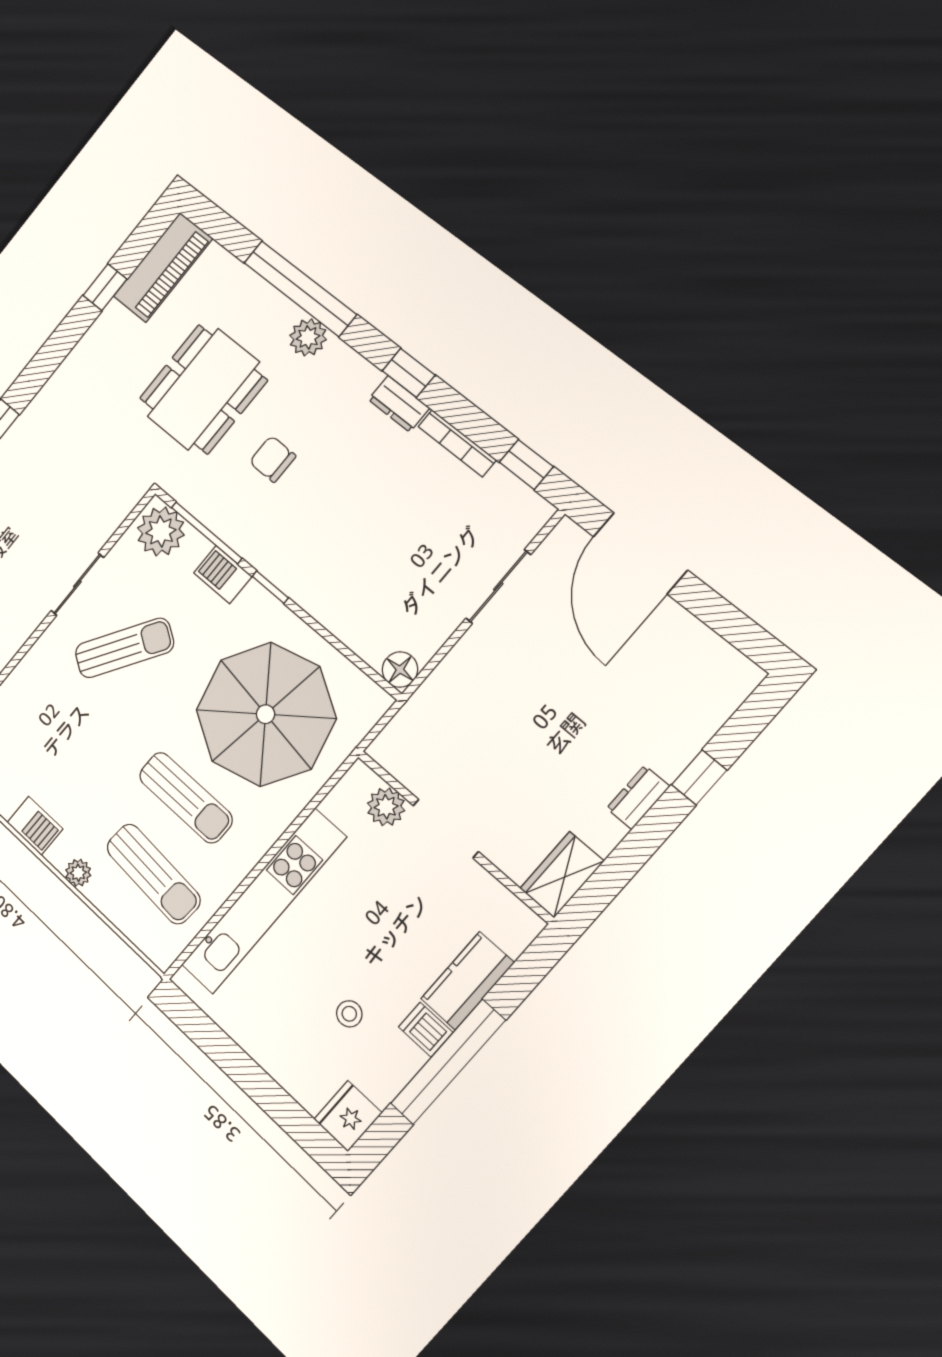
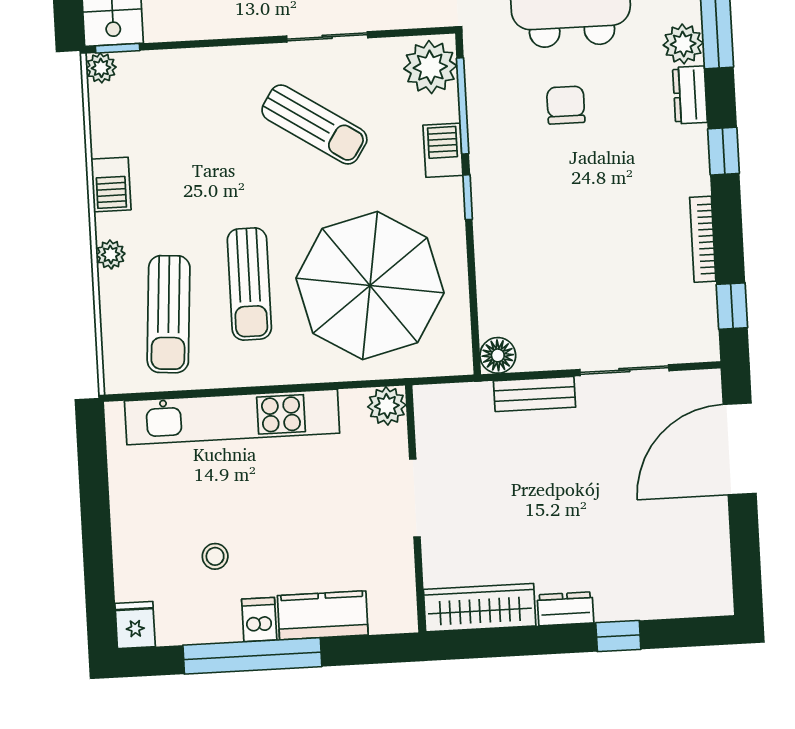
dresser: (399, 404) -> (690, 95), moved
bench: (453, 669) -> (535, 394), added
plant: (386, 807) -> (387, 406), moved
wardrobe: (562, 875) -> (480, 608), width x1.50
fridge: (348, 1116) -> (135, 625), width x0.72

